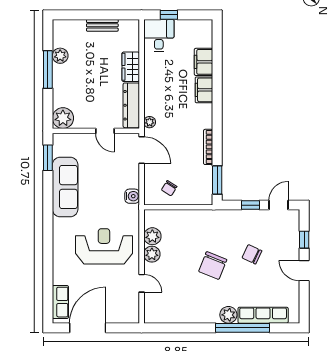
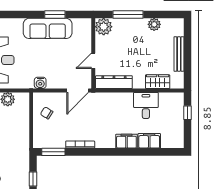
bench: (102, 25) -> (179, 54), width x1.36
desk: (159, 36) -> (146, 105), moved, turned -90
wardrobe: (131, 67) -> (158, 82), moved
window: (48, 69) -> (128, 14), moved
plant: (150, 122) -> (100, 97), removed
window: (48, 158) -> (55, 14), moved

